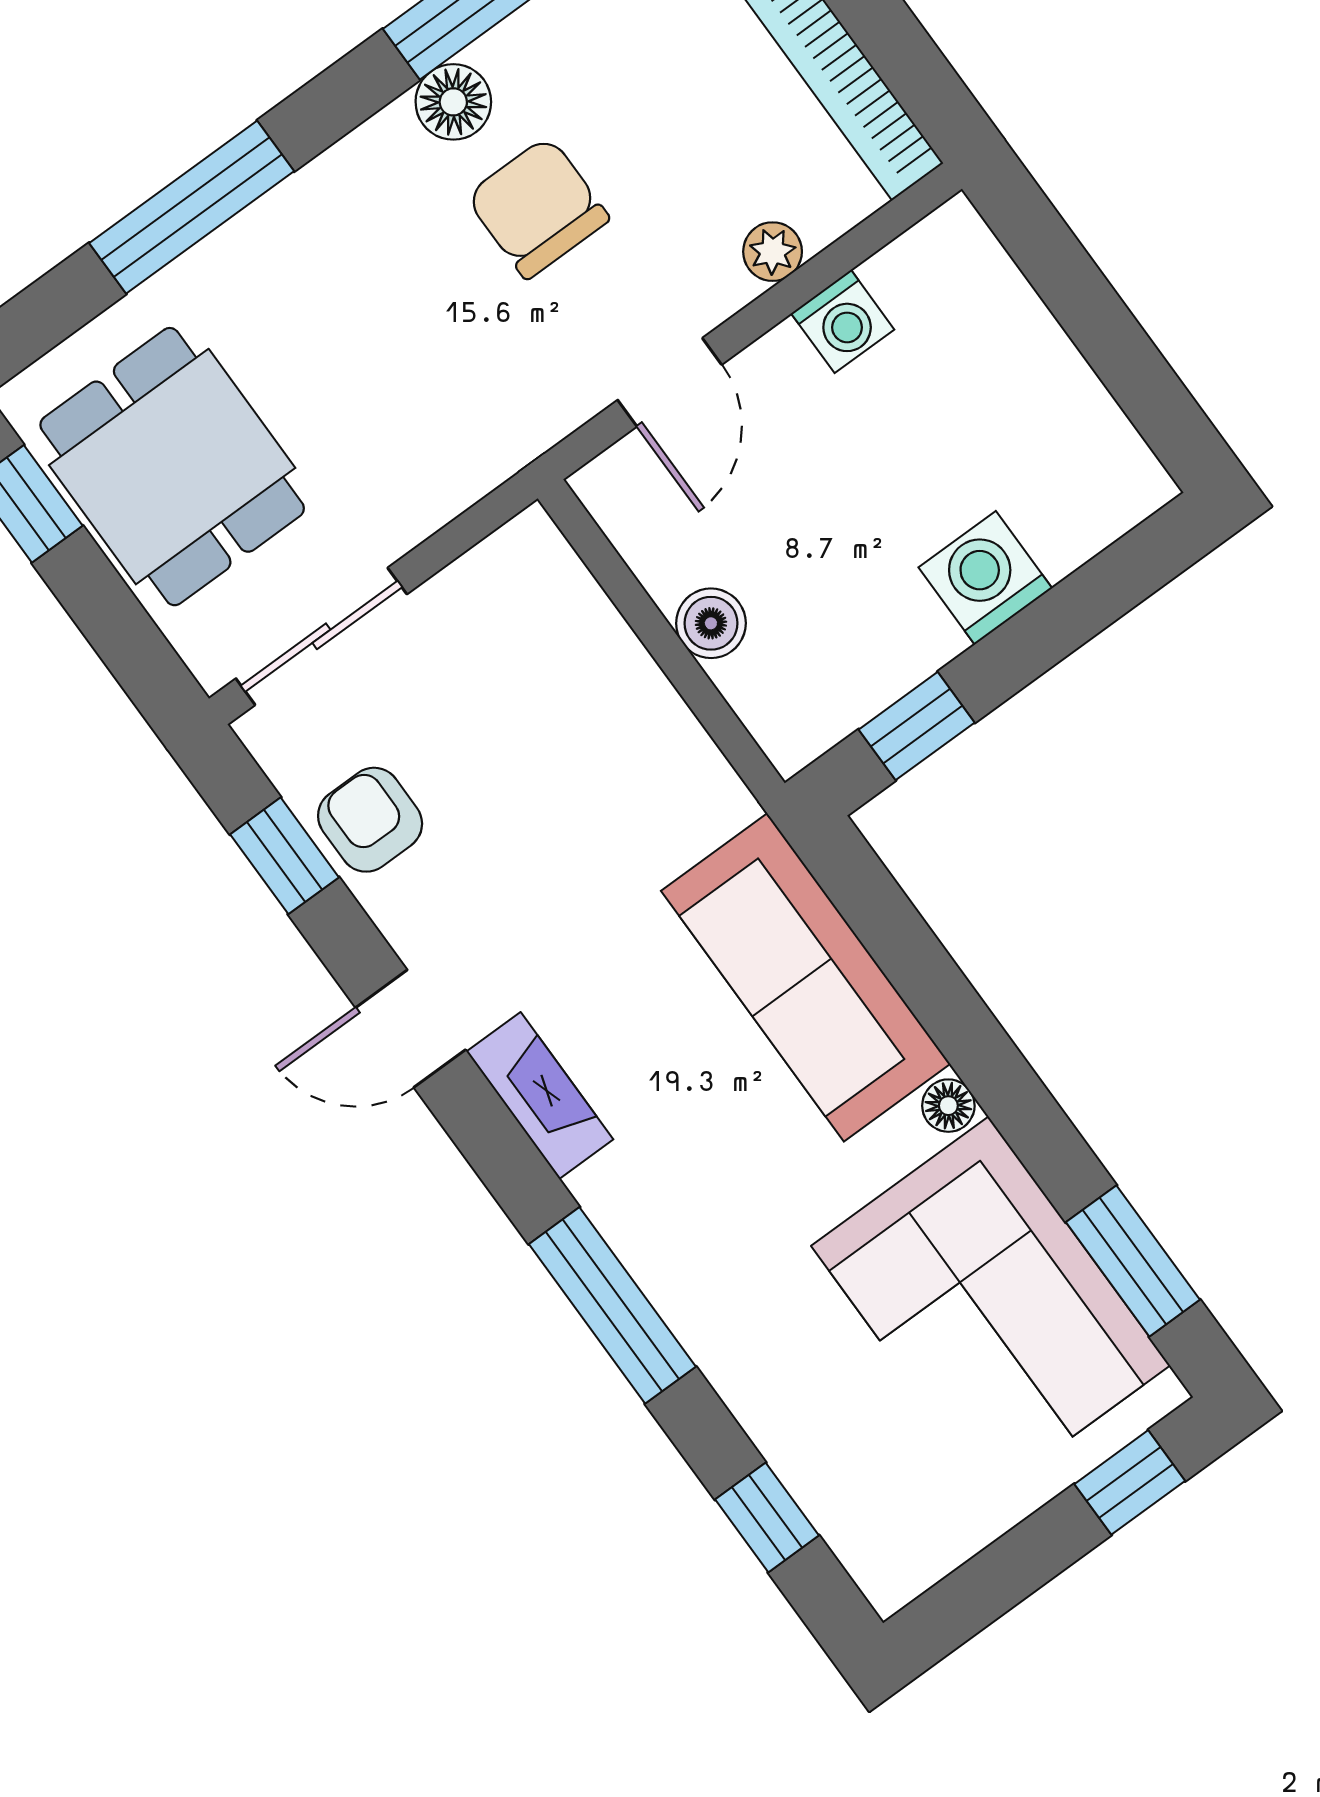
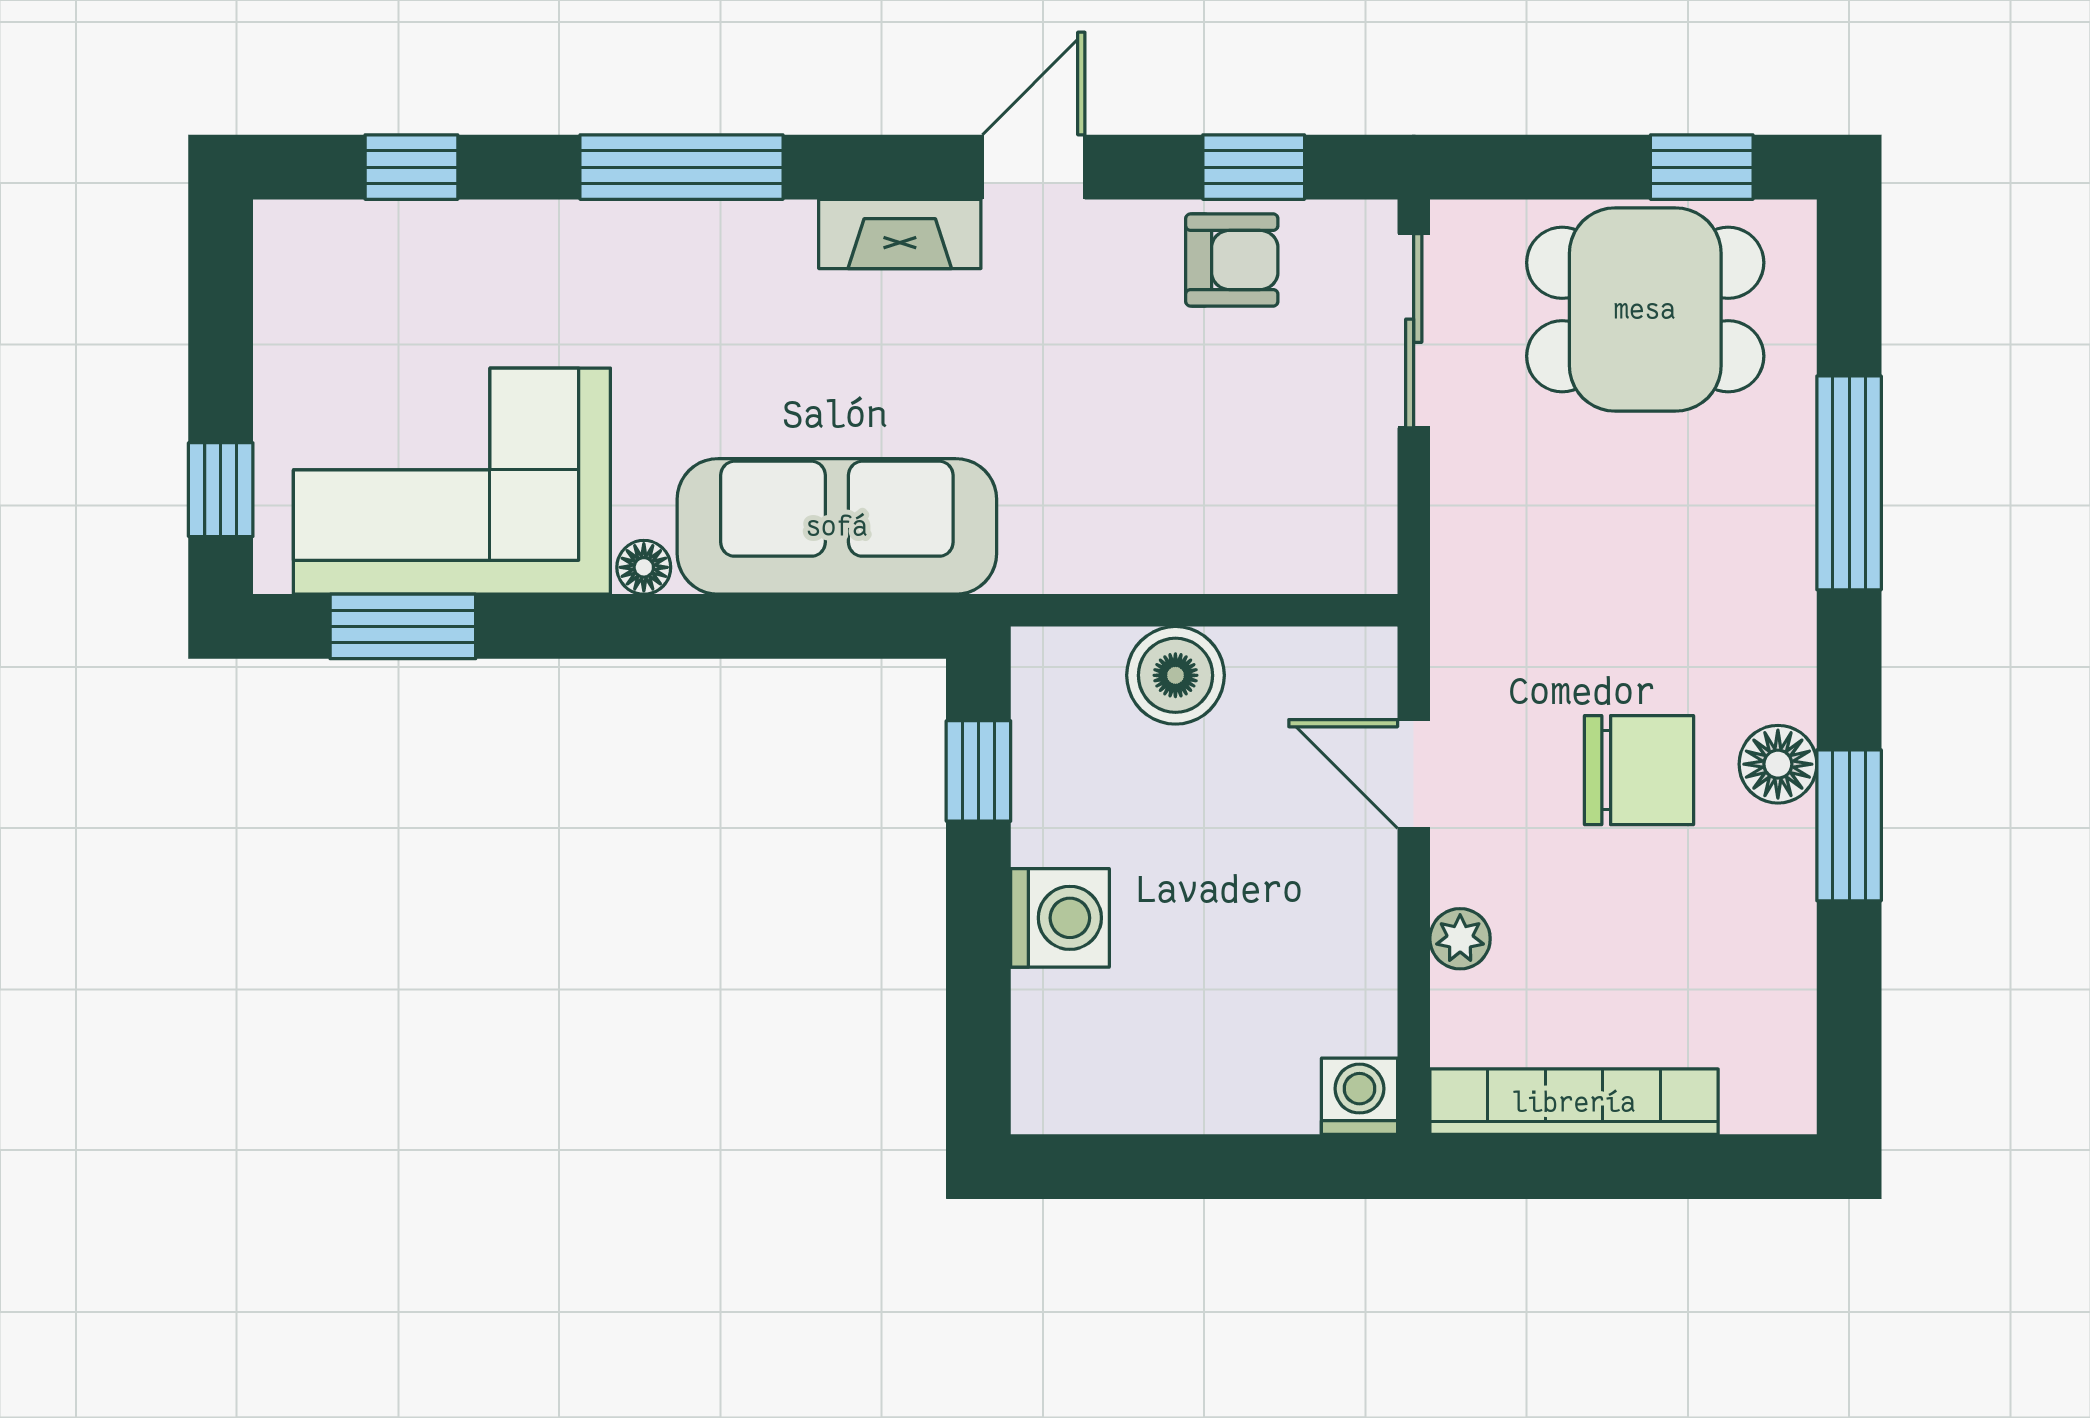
washing machine: (843, 321) -> (1359, 1096), moved, turned 90
boiler: (711, 623) -> (1175, 675), width x1.36, depth x1.36

